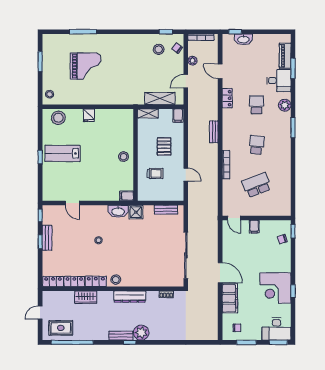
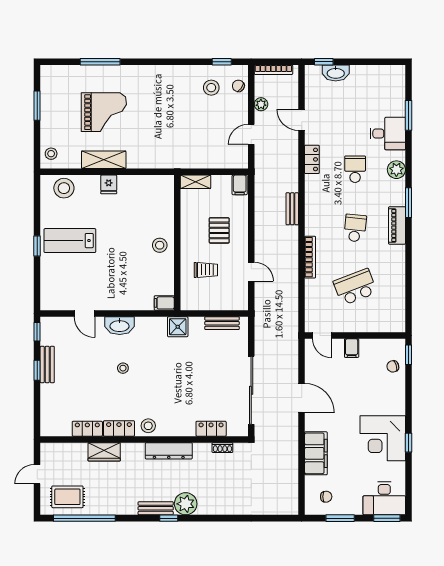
piano: (285, 56) -> (397, 225), moved
shelving: (160, 98) -> (104, 160), moved
washbasin: (118, 211) -> (120, 326), moved
door: (220, 273) -> (302, 398), moved
locker: (53, 282) -> (211, 429), moved

